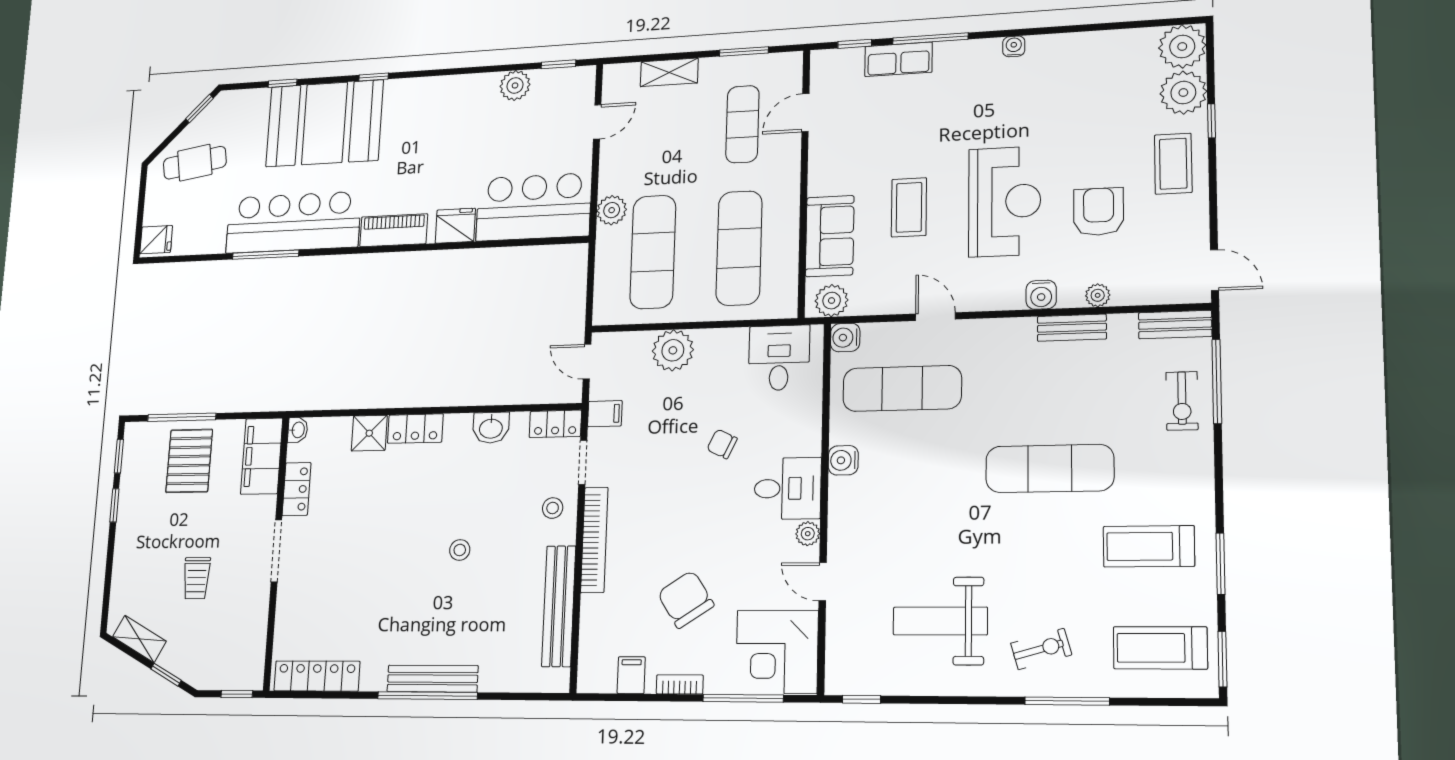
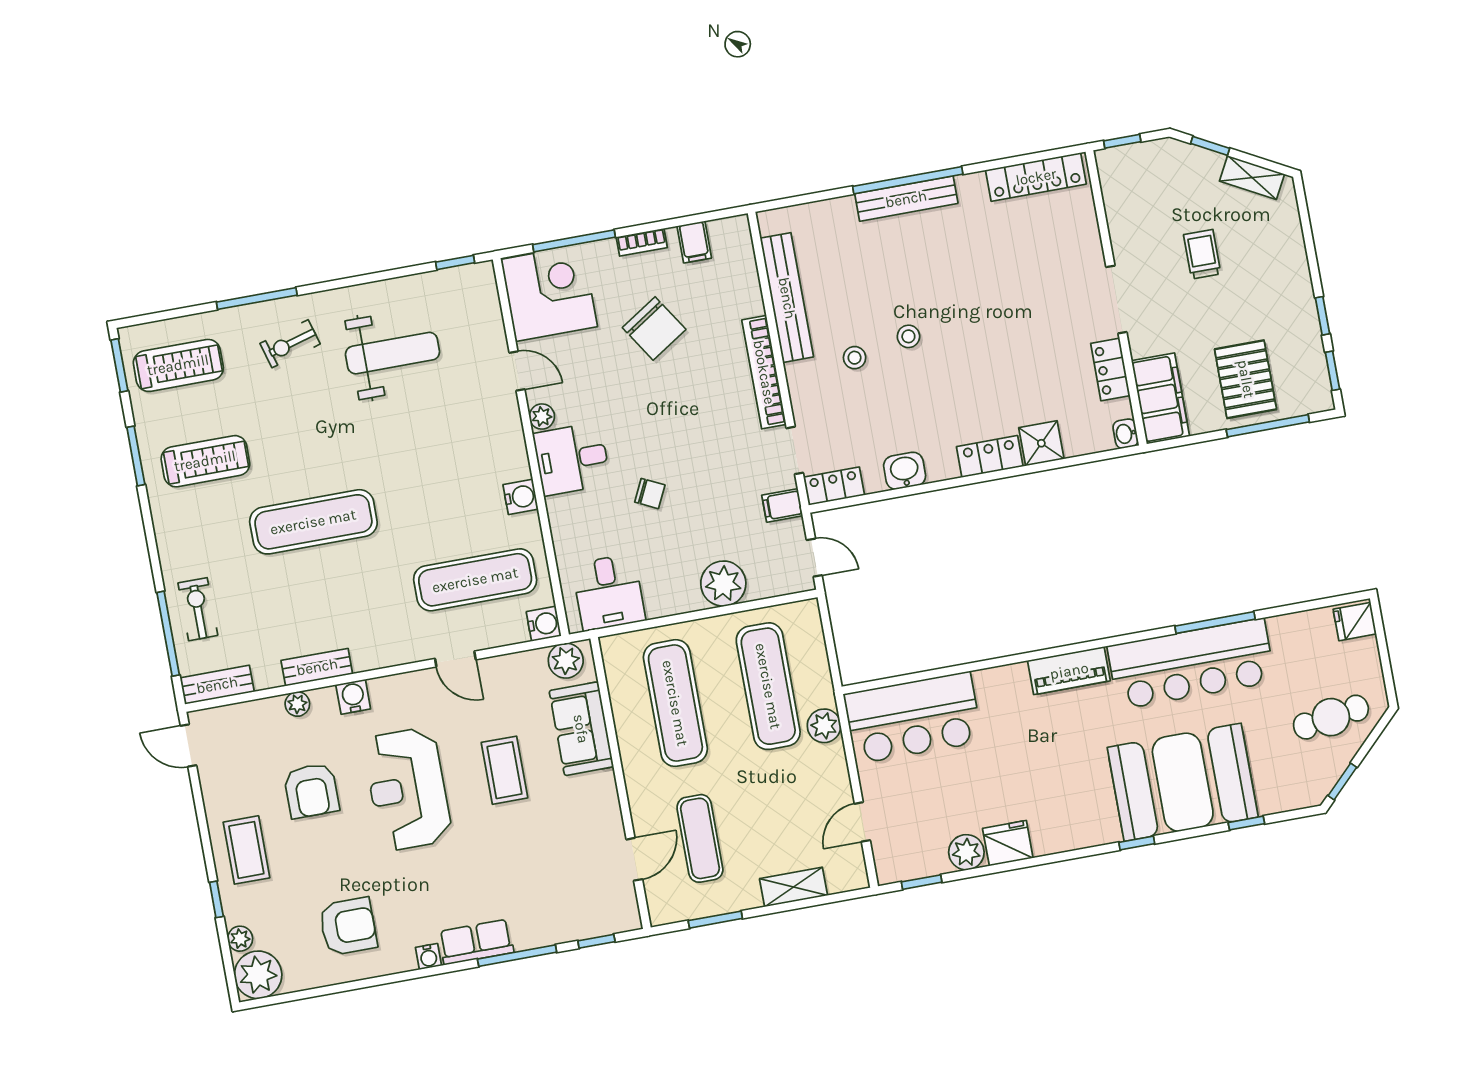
row of seats: (898, 59) -> (476, 942), moved
armchair: (1086, 82) -> (348, 926), added
plant: (1183, 93) -> (240, 939), width x0.53, depth x0.53
fridge: (455, 226) -> (1008, 843), moved, turned 180
stool: (553, 508) -> (855, 358), moved

